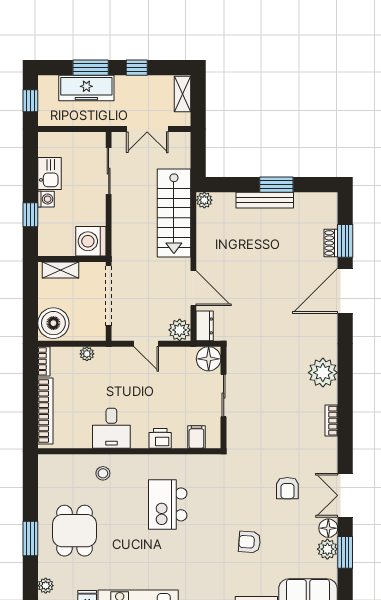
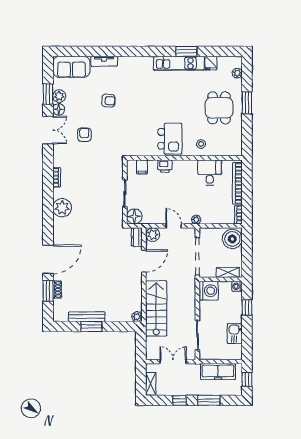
freezer: (86, 88) -> (218, 372), moved, turned 180
washing machine: (46, 199) -> (237, 286), moved
bench: (265, 200) -> (87, 317), moved
door: (193, 288) -> (144, 261), swing flipped
plant: (87, 354) -> (196, 220), moved
desk: (111, 428) -> (210, 172), moved
kitchen island: (168, 504) -> (170, 139), moved

